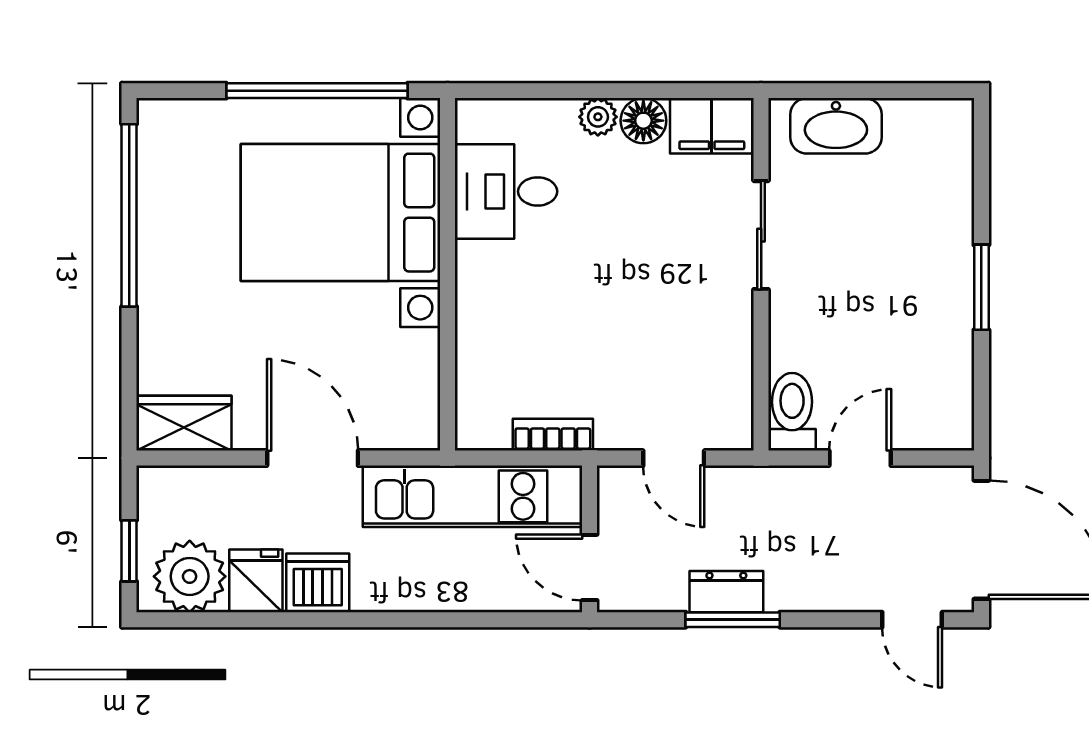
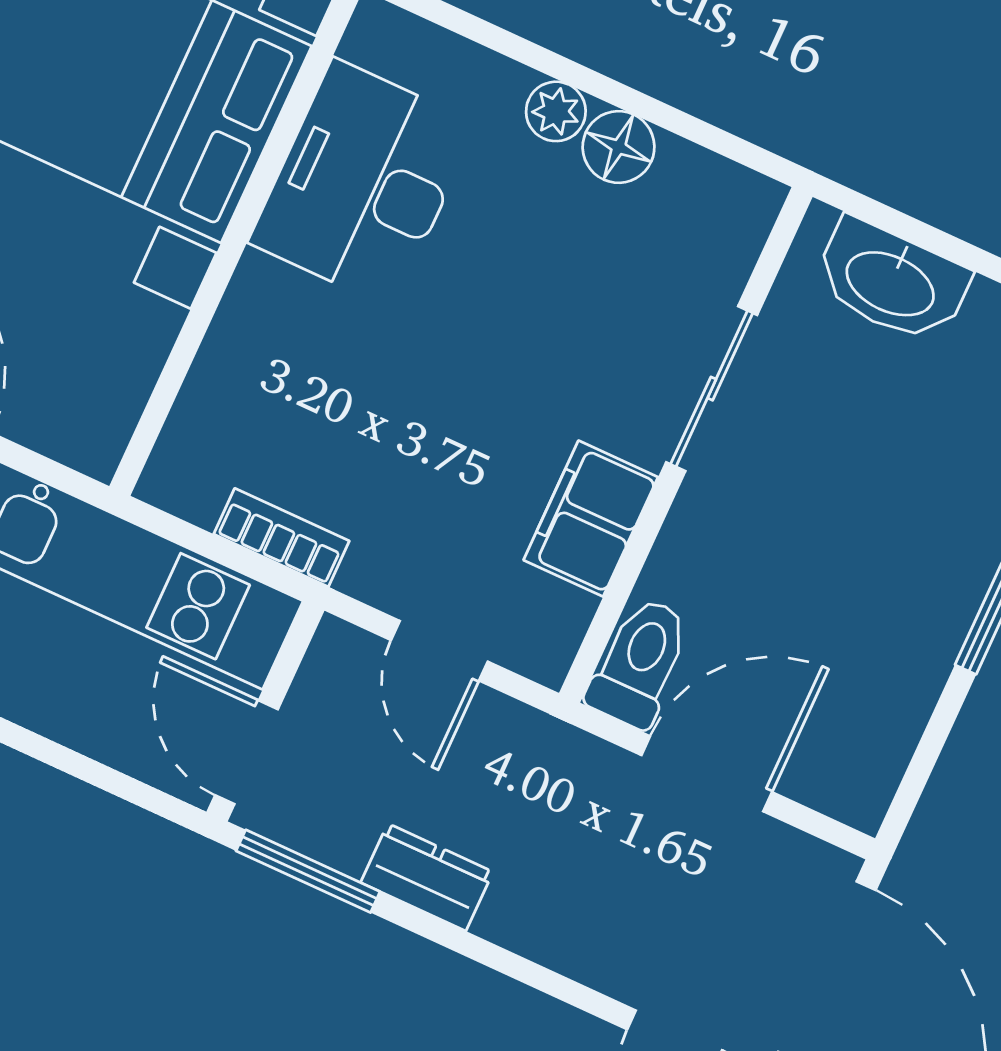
filing cabinet: (712, 126) -> (591, 519), moved, turned 90
desk: (506, 191) -> (363, 183), width x1.37
door: (860, 458) -> (707, 774), width x1.38
window: (733, 620) -> (308, 871), moved

